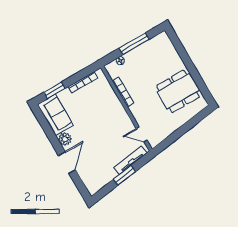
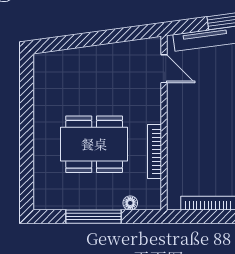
dining table: (178, 91) -> (94, 144), moved

